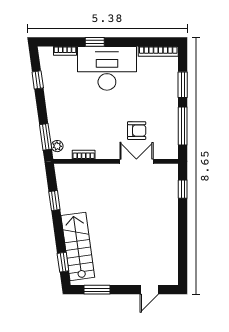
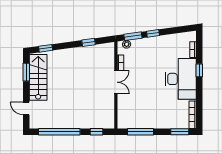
window: (38, 80) -> (153, 33), moved
window: (183, 85) -> (180, 132), moved
armchair: (137, 131) -> (137, 100), removed
double door: (136, 161) -> (116, 82), moved
window: (183, 243) -> (59, 132), added
stairs: (78, 246) -> (38, 77), moved, turned -82

